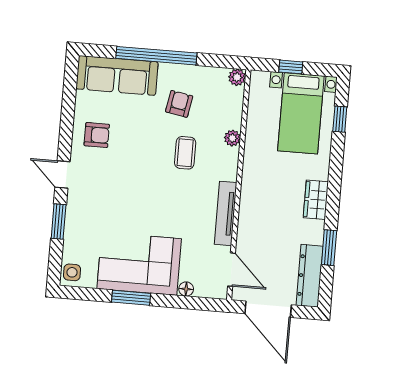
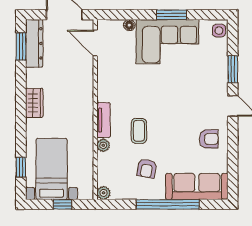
armchair: (97, 135) -> (209, 139), turned 180
tv unit: (226, 213) -> (104, 120), moved, width x0.71
window: (329, 248) -> (21, 46), moved

